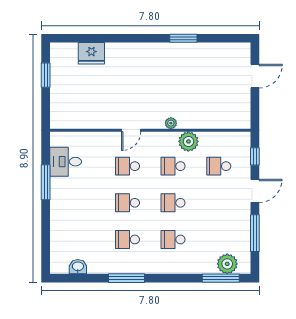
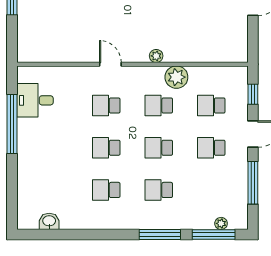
door: (131, 130) -> (110, 64), swing flipped
window: (46, 182) -> (12, 124), width x1.46
school desk: (219, 203) -> (211, 148), added
plant: (227, 264) -> (221, 223), width x0.53, depth x0.53
window: (127, 278) -> (160, 234), moved

